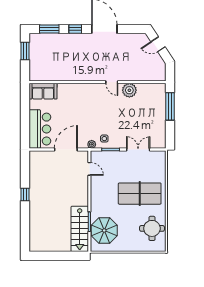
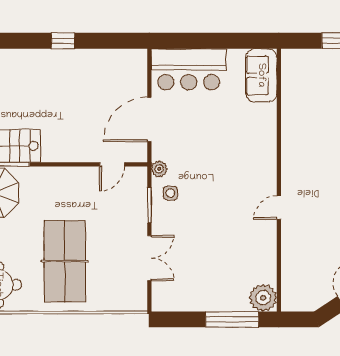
plant: (129, 90) -> (263, 298), moved
door: (66, 150) -> (149, 119), swing flipped

